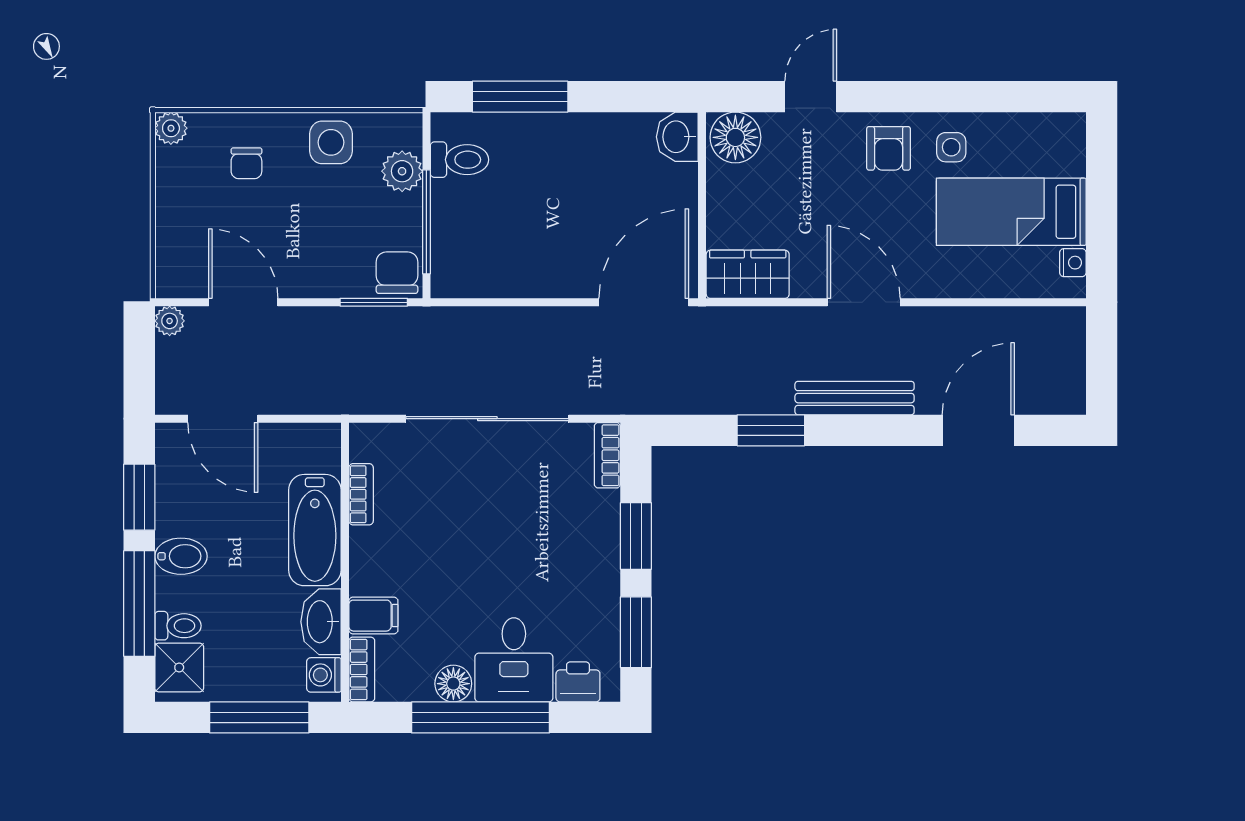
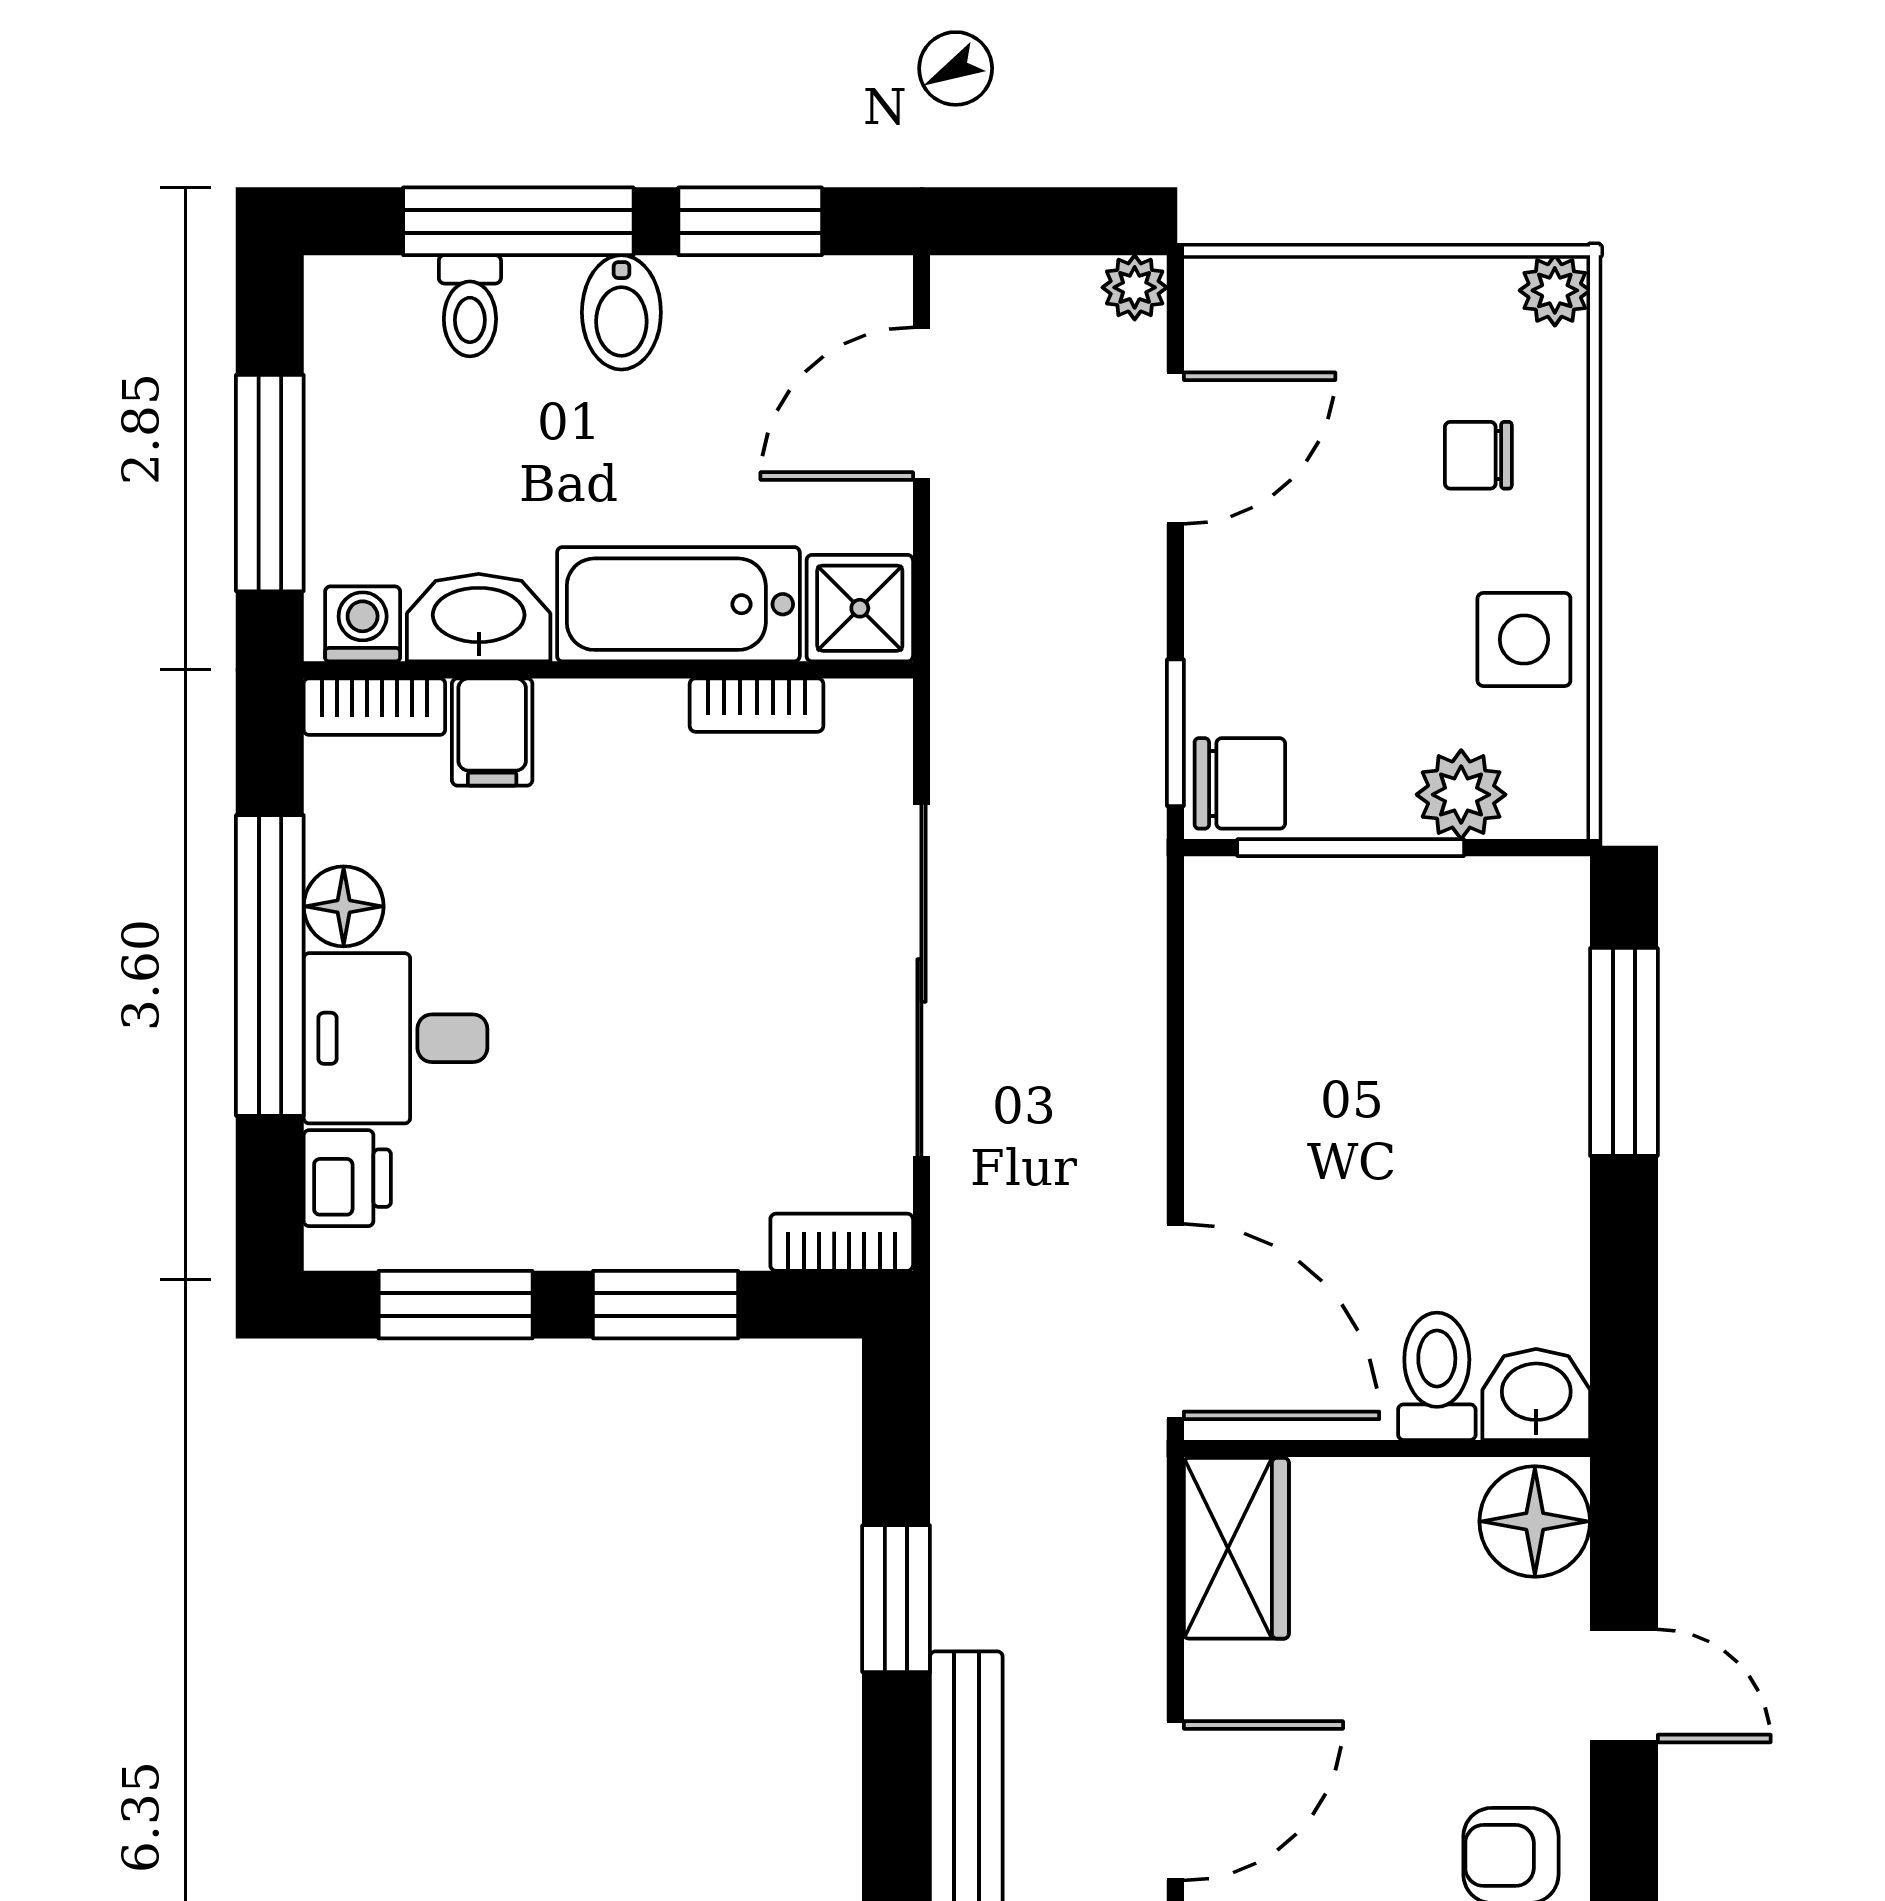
toilet: (460, 160) -> (1437, 1376), moved, turned 180
shower: (179, 667) -> (860, 608), moved

